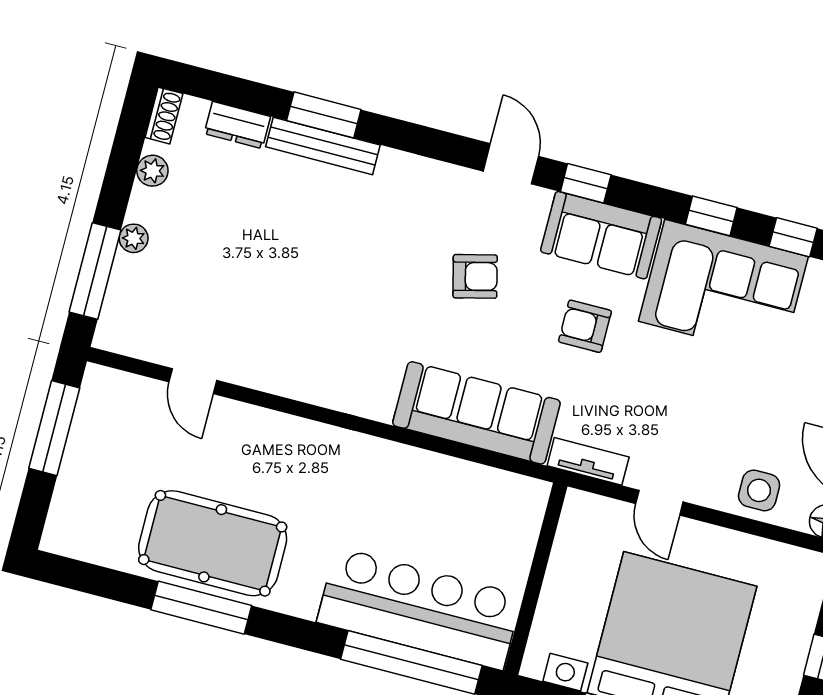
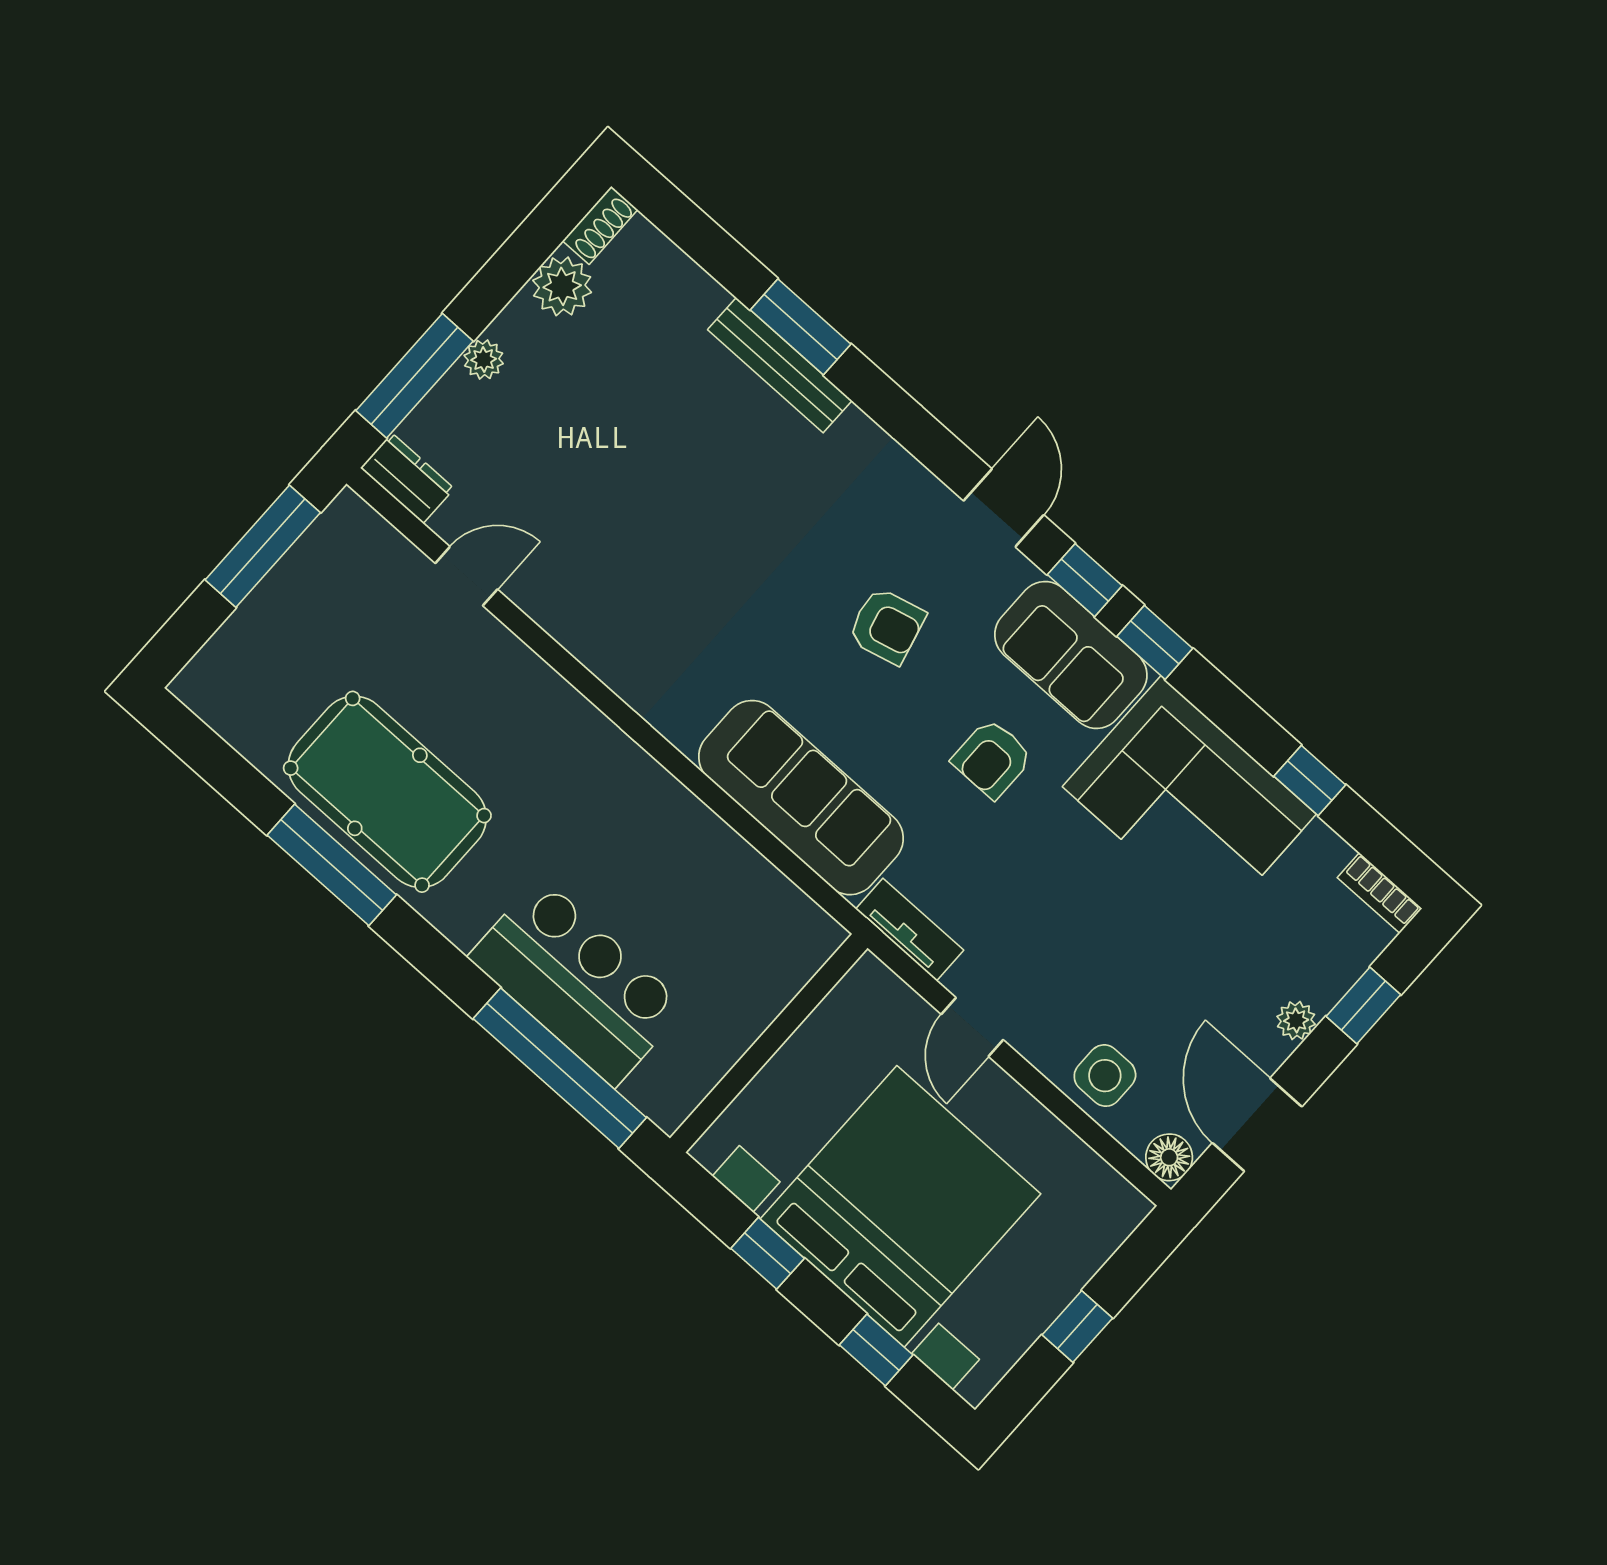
dresser: (237, 125) -> (407, 478), moved, turned 180
plant: (152, 171) -> (562, 286), width x1.38, depth x1.38
window: (711, 216) -> (1155, 642), moved
armchair: (585, 326) -> (992, 759), turned -90
door: (193, 381) -> (466, 576), swing flipped
bar counter: (419, 609) -> (577, 982), width x0.73

